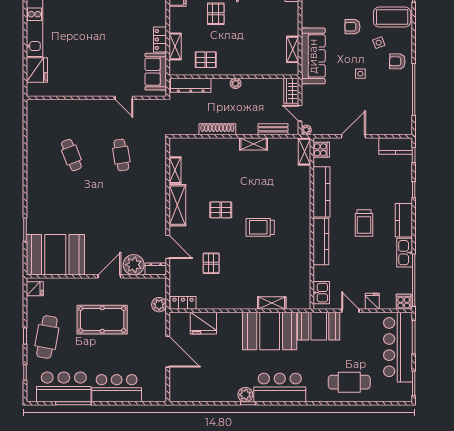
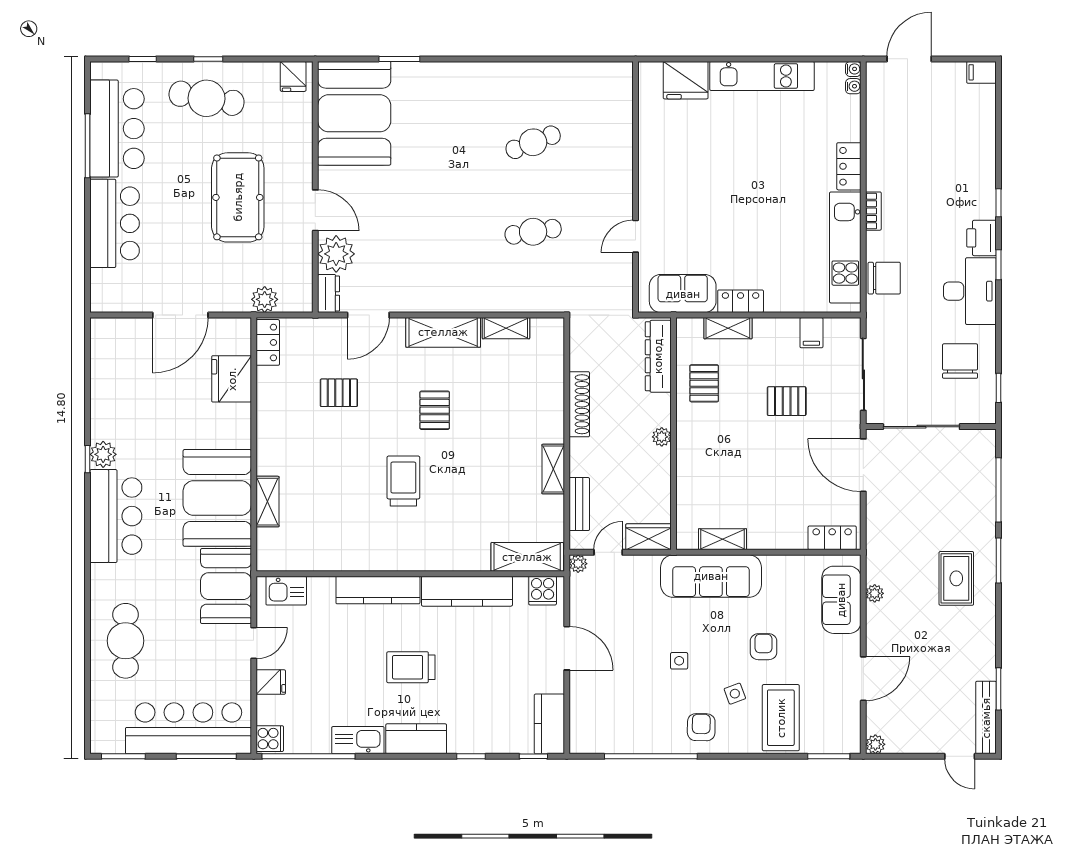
shelving: (304, 152) -> (527, 557), width x1.50, depth x1.33

